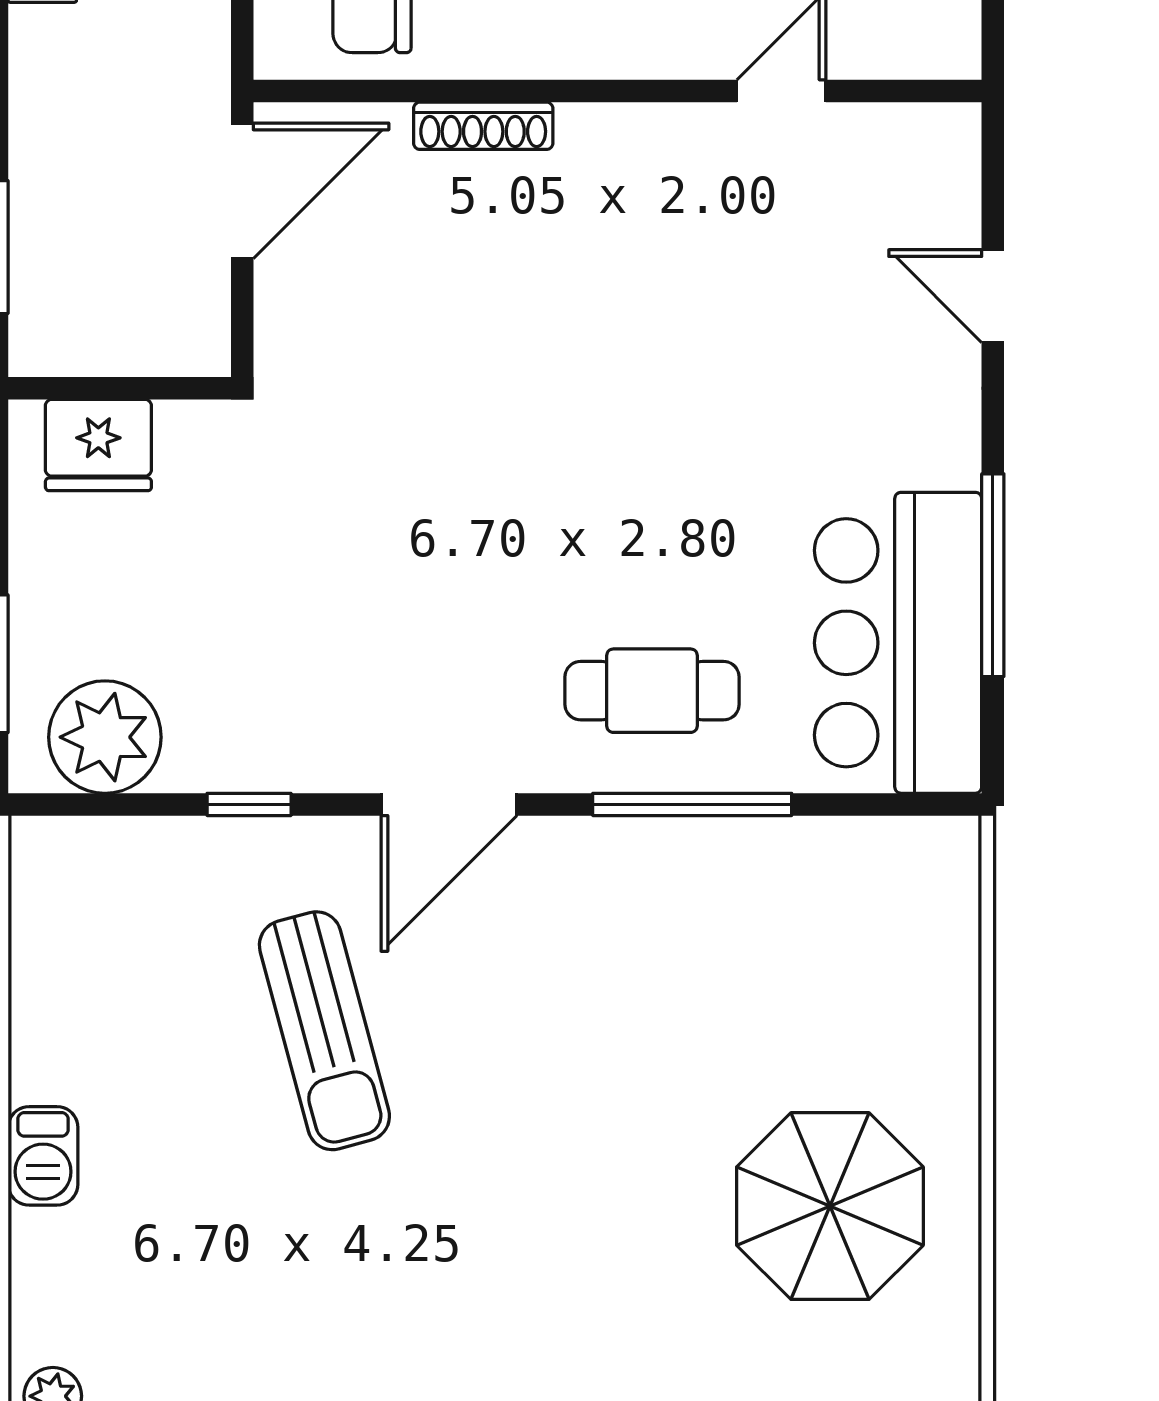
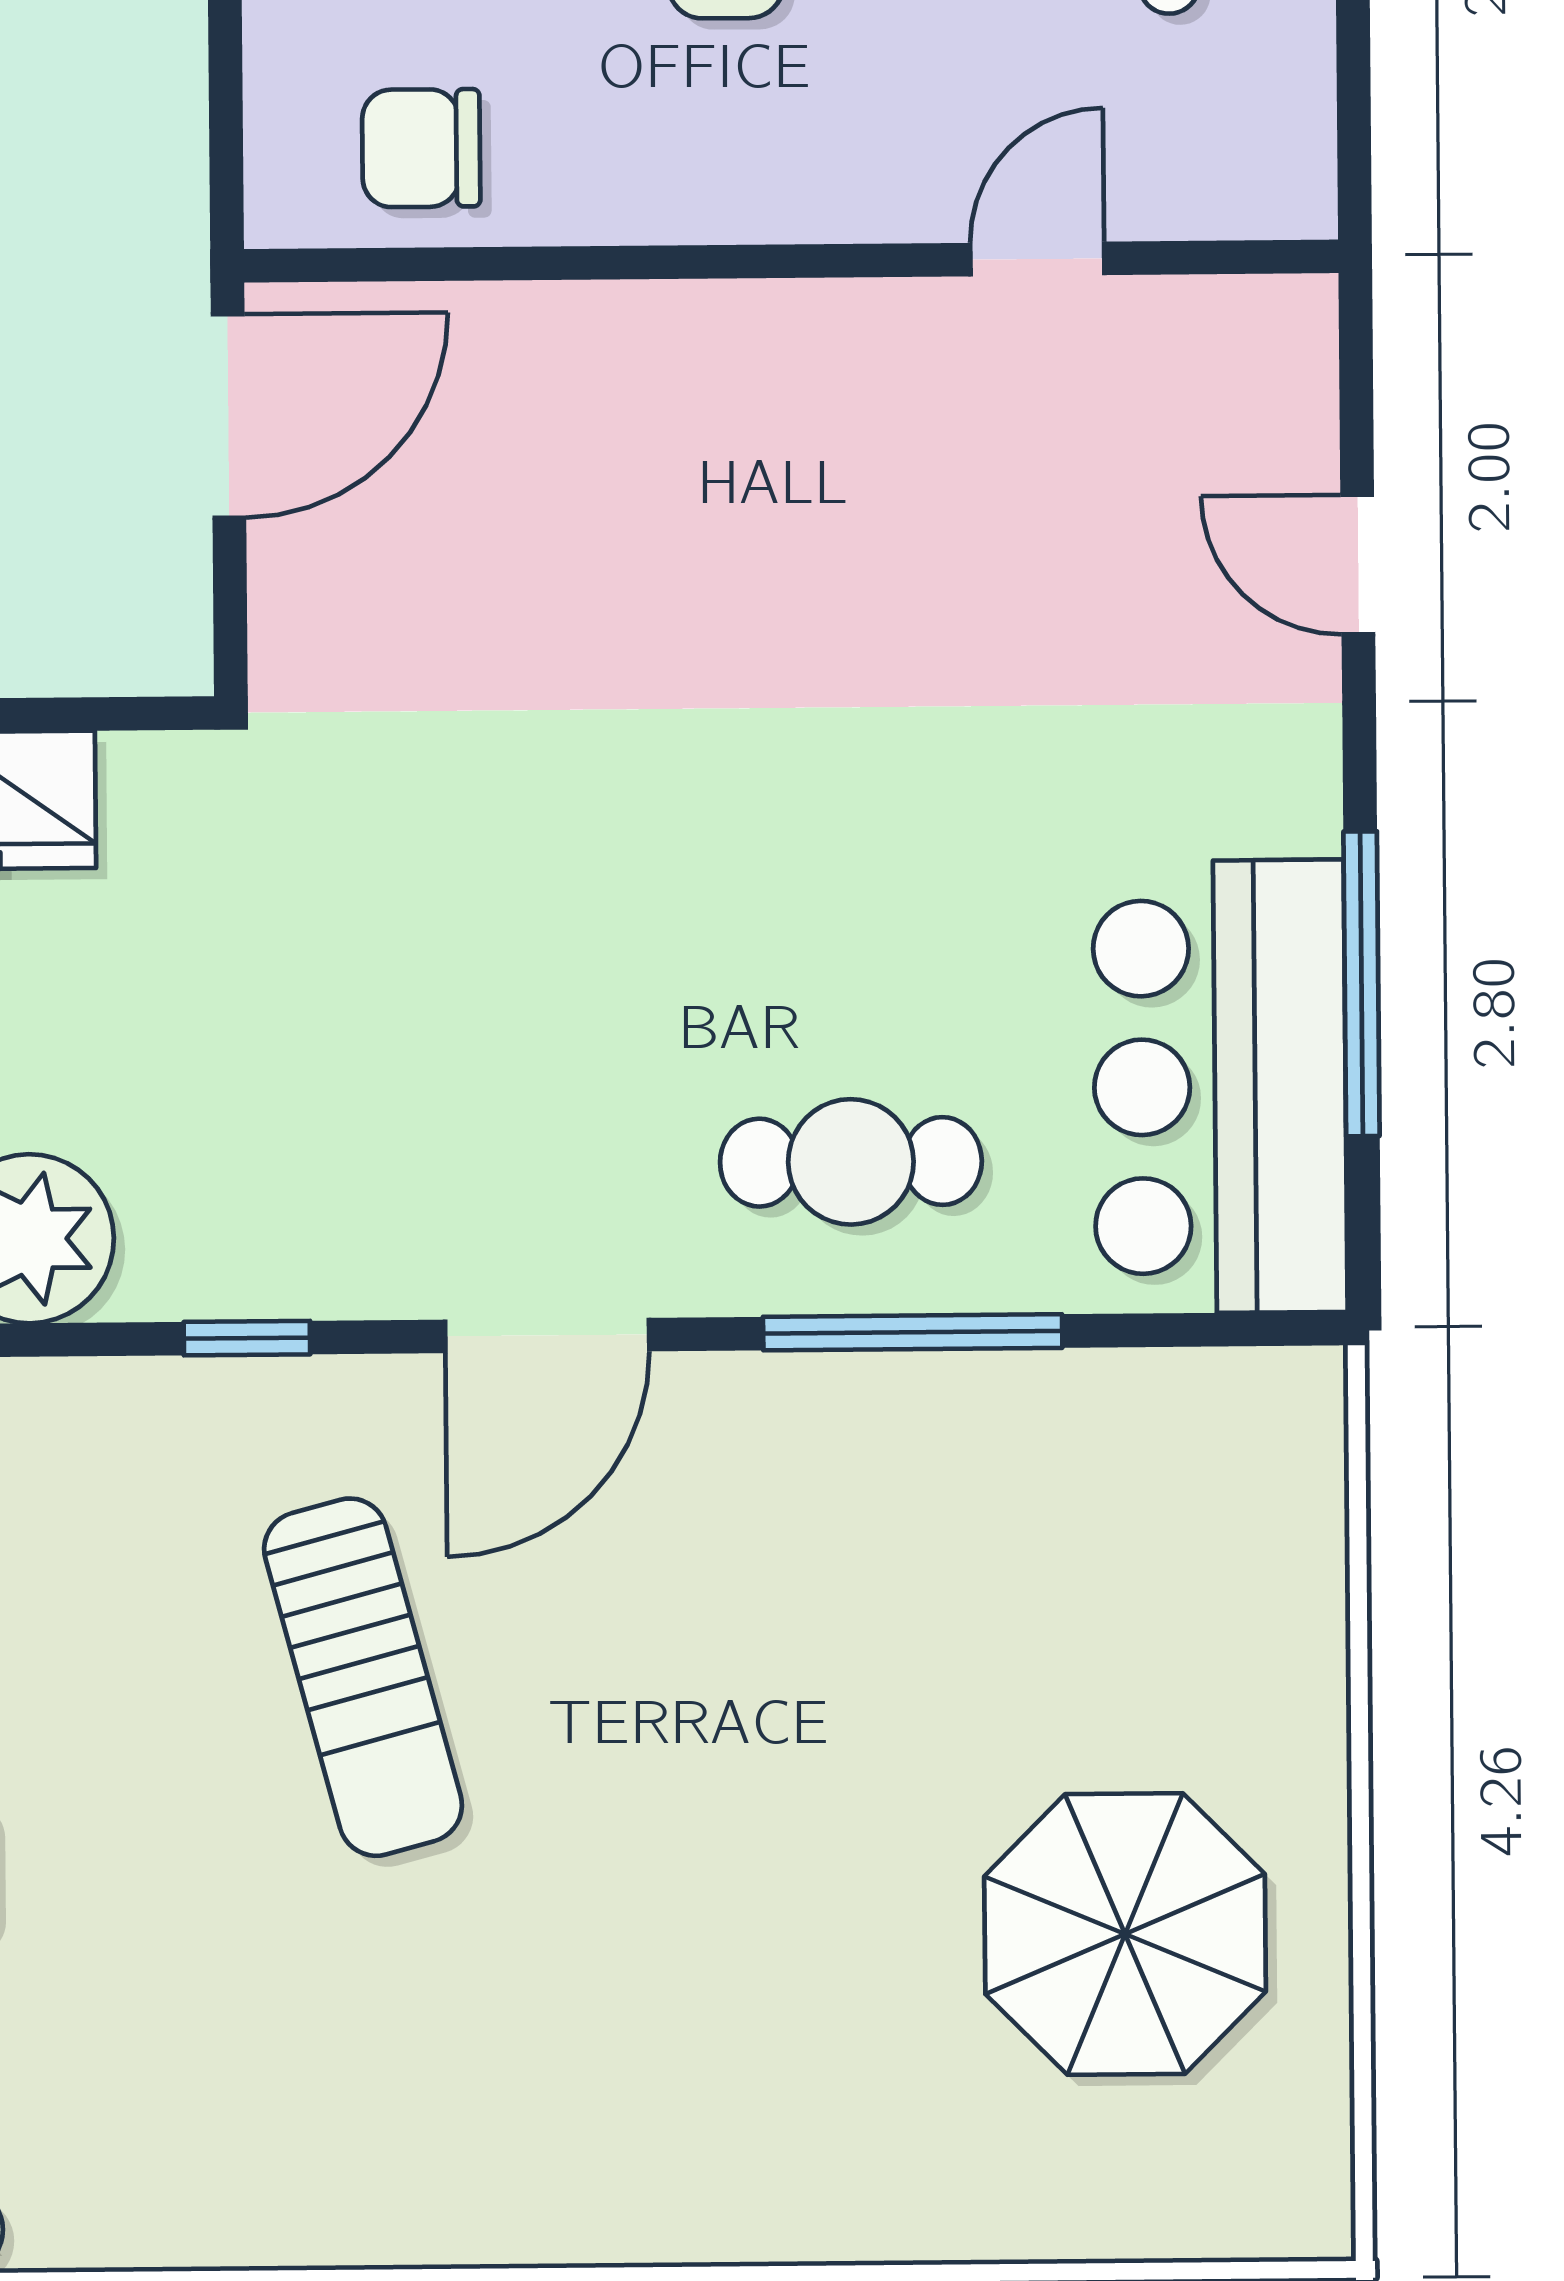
shoe rack: (483, 126) -> (590, 315), removed

